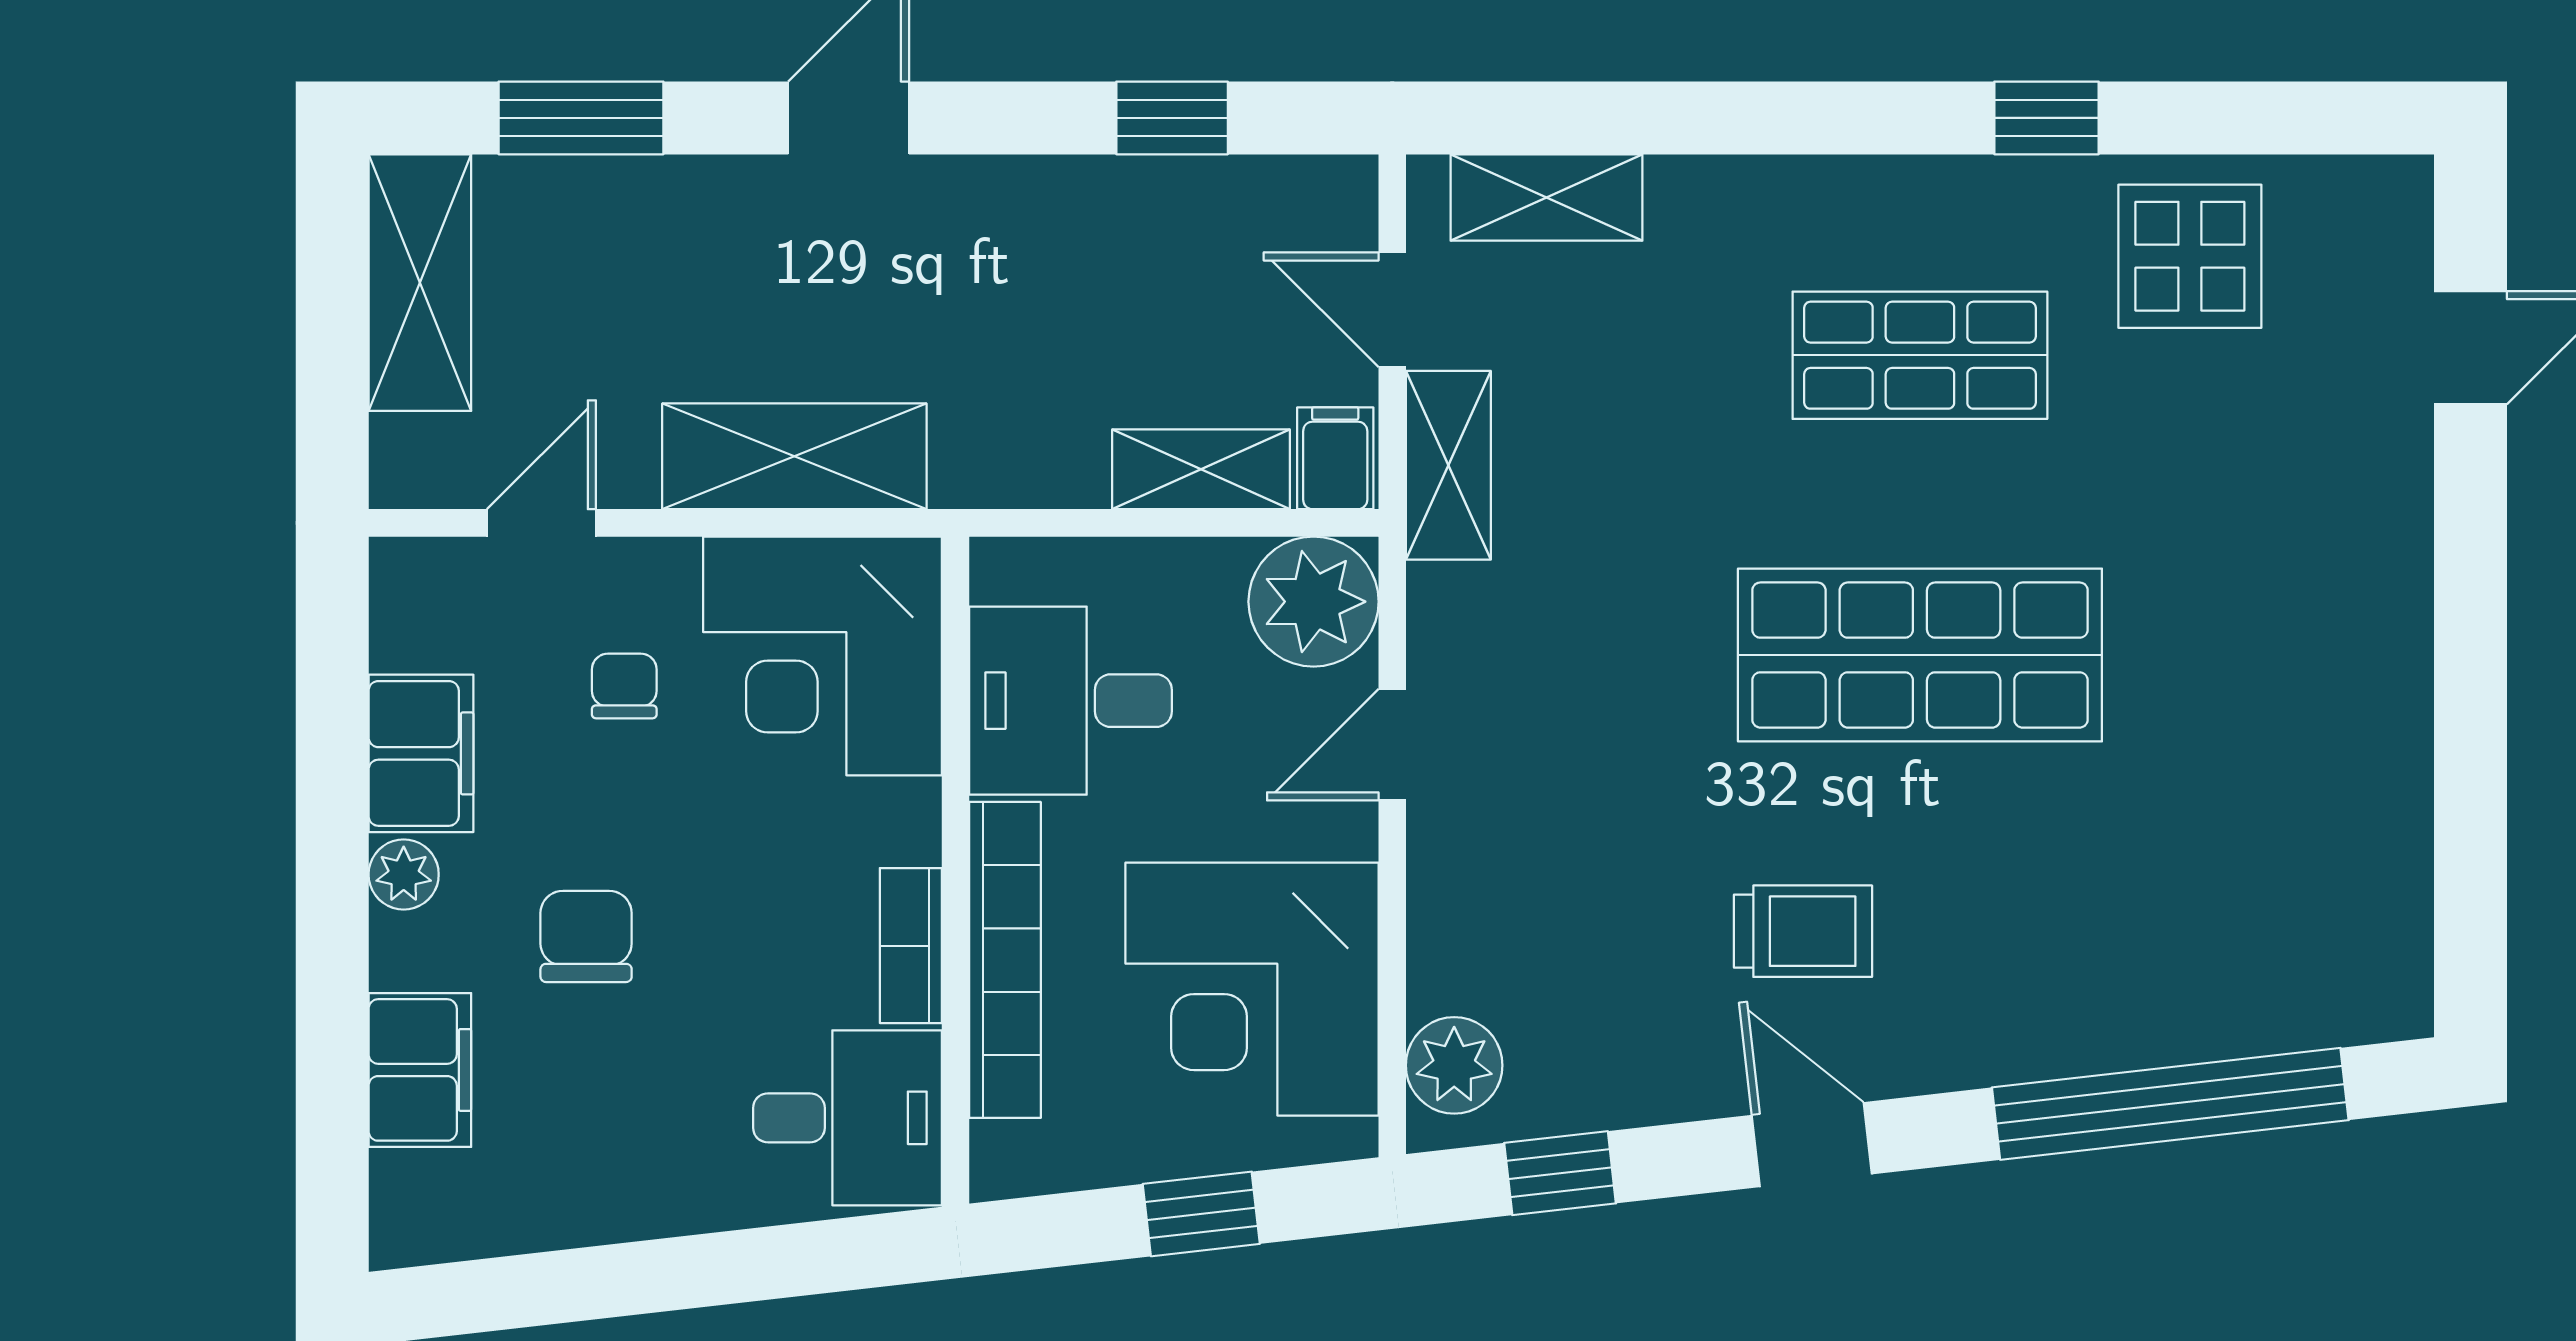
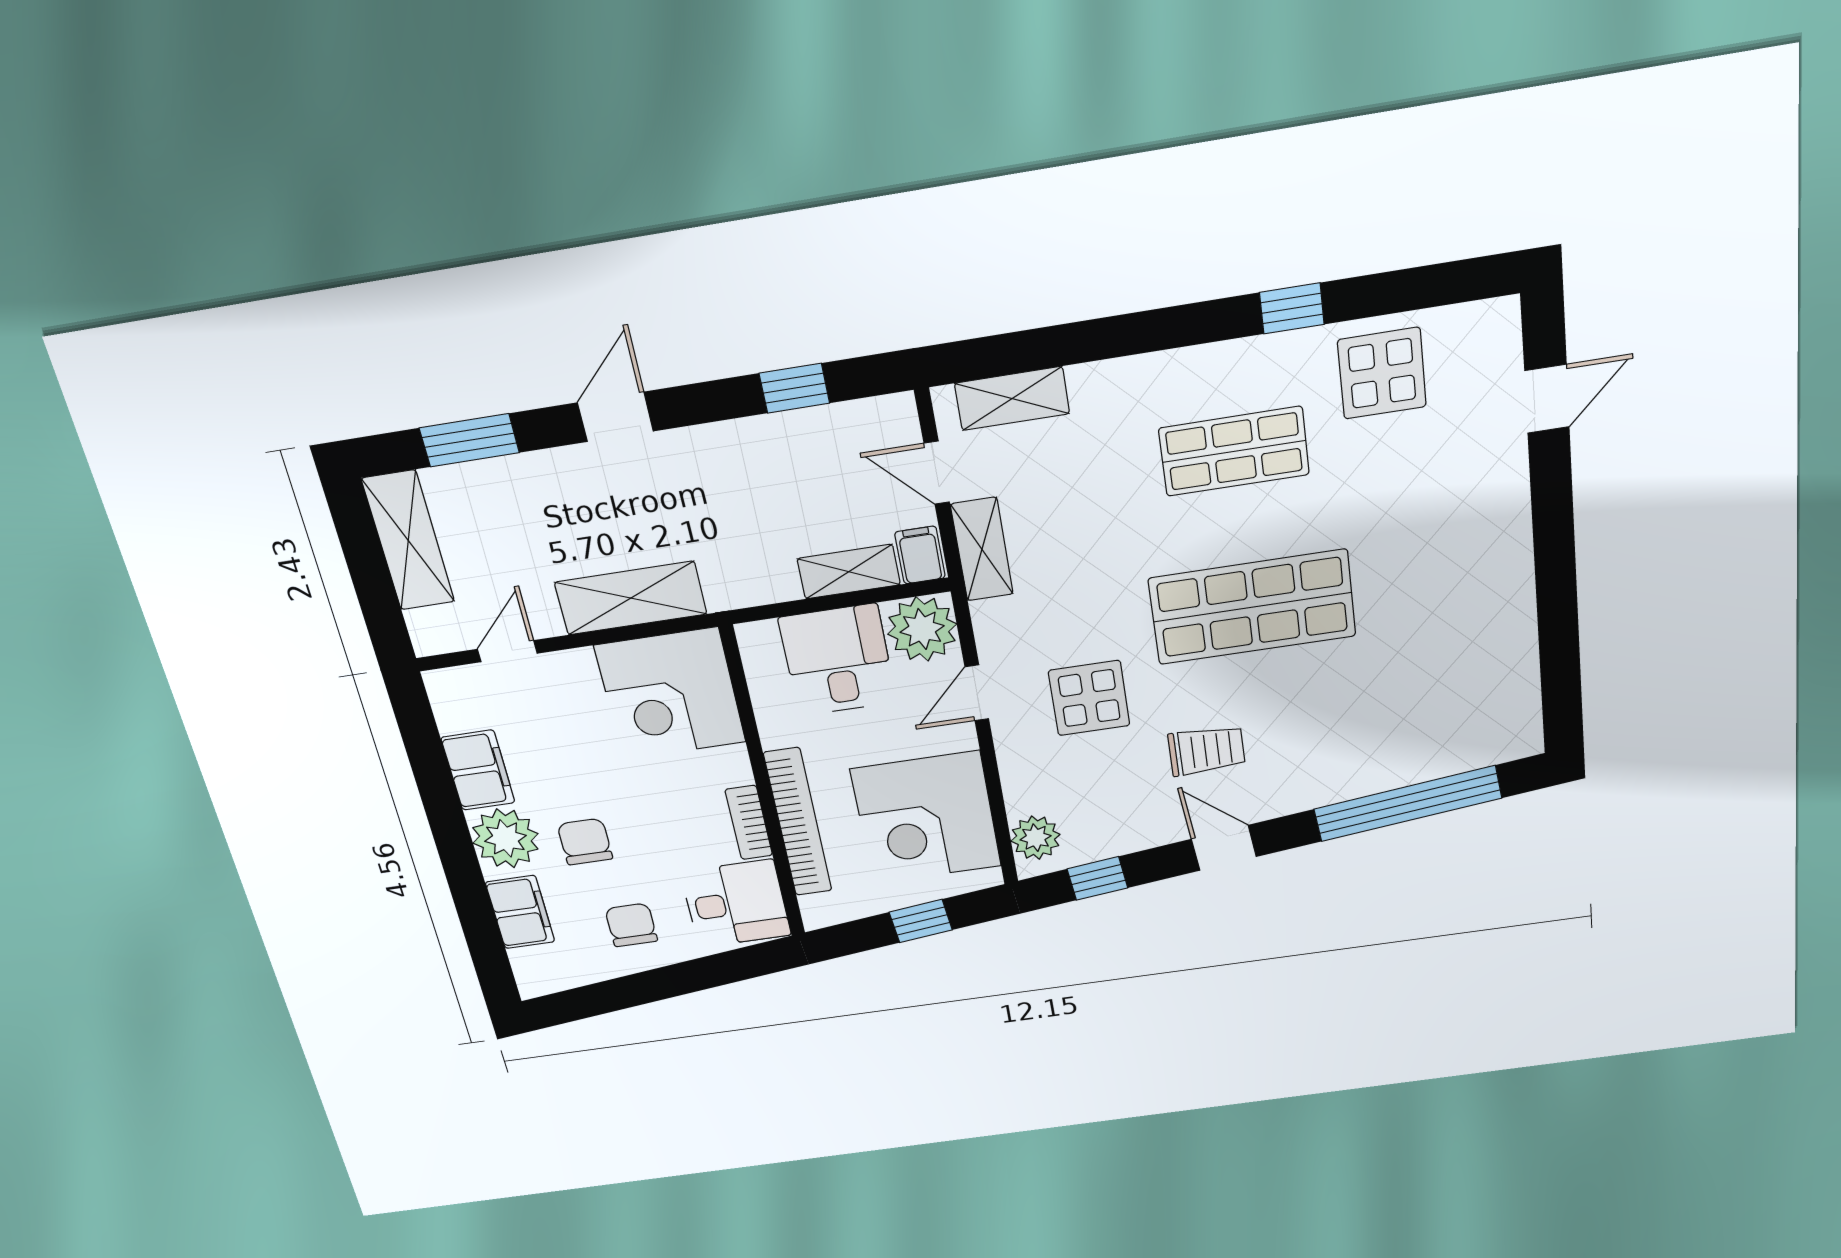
chair: (624, 686) -> (631, 925), moved, width x1.37, depth x1.37
desk: (1071, 701) -> (838, 660), moved, turned 90
display table: (1599, 789) -> (1089, 698), added
plant: (404, 874) -> (505, 838), width x1.87, depth x1.87

